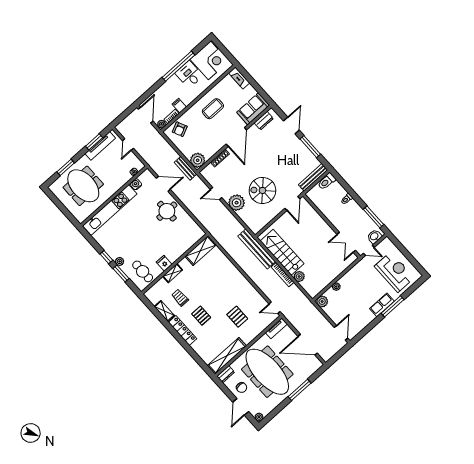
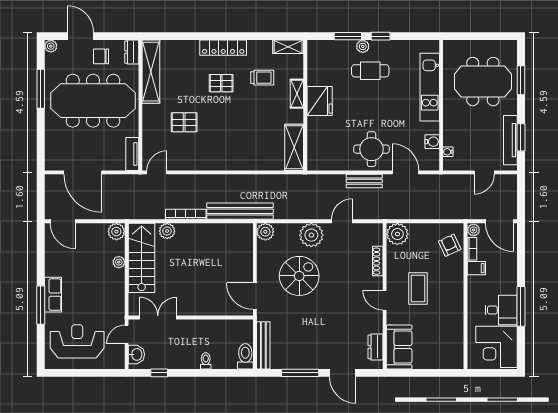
window: (178, 66) -> (521, 306), width x0.68
fireplace: (239, 78) -> (448, 362), removed
coffee table: (213, 109) -> (418, 288), moved
door: (236, 137) -> (385, 300), width x0.53
door: (128, 145) -> (484, 172), swing flipped
bench: (185, 168) -> (364, 181), moved
door: (163, 184) -> (405, 172), swing flipped
kitchen unit: (110, 210) -> (430, 87), width x0.73
window: (373, 217) -> (159, 373), width x0.46
plant: (256, 227) -> (265, 232), added
stairs: (282, 252) -> (142, 258), moved, turned -90
fridge: (164, 263) -> (320, 101), width x1.88, depth x1.34
cafe table: (143, 271) -> (370, 71), moved
reception desk: (394, 272) -> (77, 341), turned 180
shelving: (164, 311) -> (288, 47), moved
door: (308, 345) -> (83, 172), swing flipped
window: (300, 390) -> (41, 89), moved

